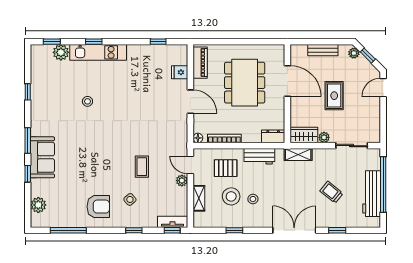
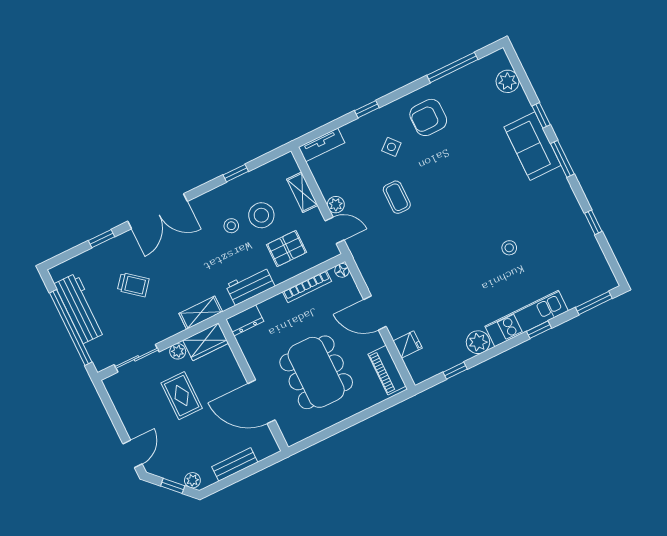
window: (52, 42) -> (594, 303), width x1.50
plant: (61, 52) -> (478, 342), moved
rug: (334, 96) -> (182, 396), moved
window: (172, 230) -> (317, 134), removed

